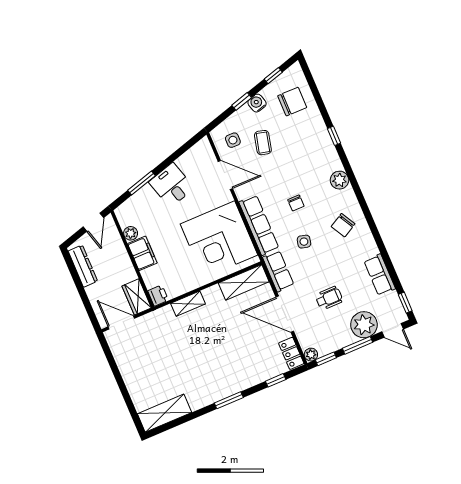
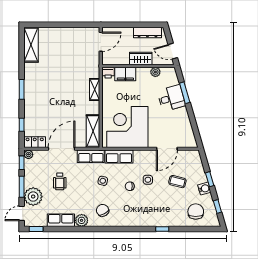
chair: (292, 102) -> (196, 212), turned 180
side table: (233, 140) -> (148, 180), moved
plant: (339, 180) -> (82, 220), moved
desk: (171, 185) -> (171, 98), moved
row of seats: (259, 225) -> (119, 156), width x0.68
filing cabinet: (142, 253) -> (125, 74), moved
wardrobe: (137, 297) -> (141, 58), moved

